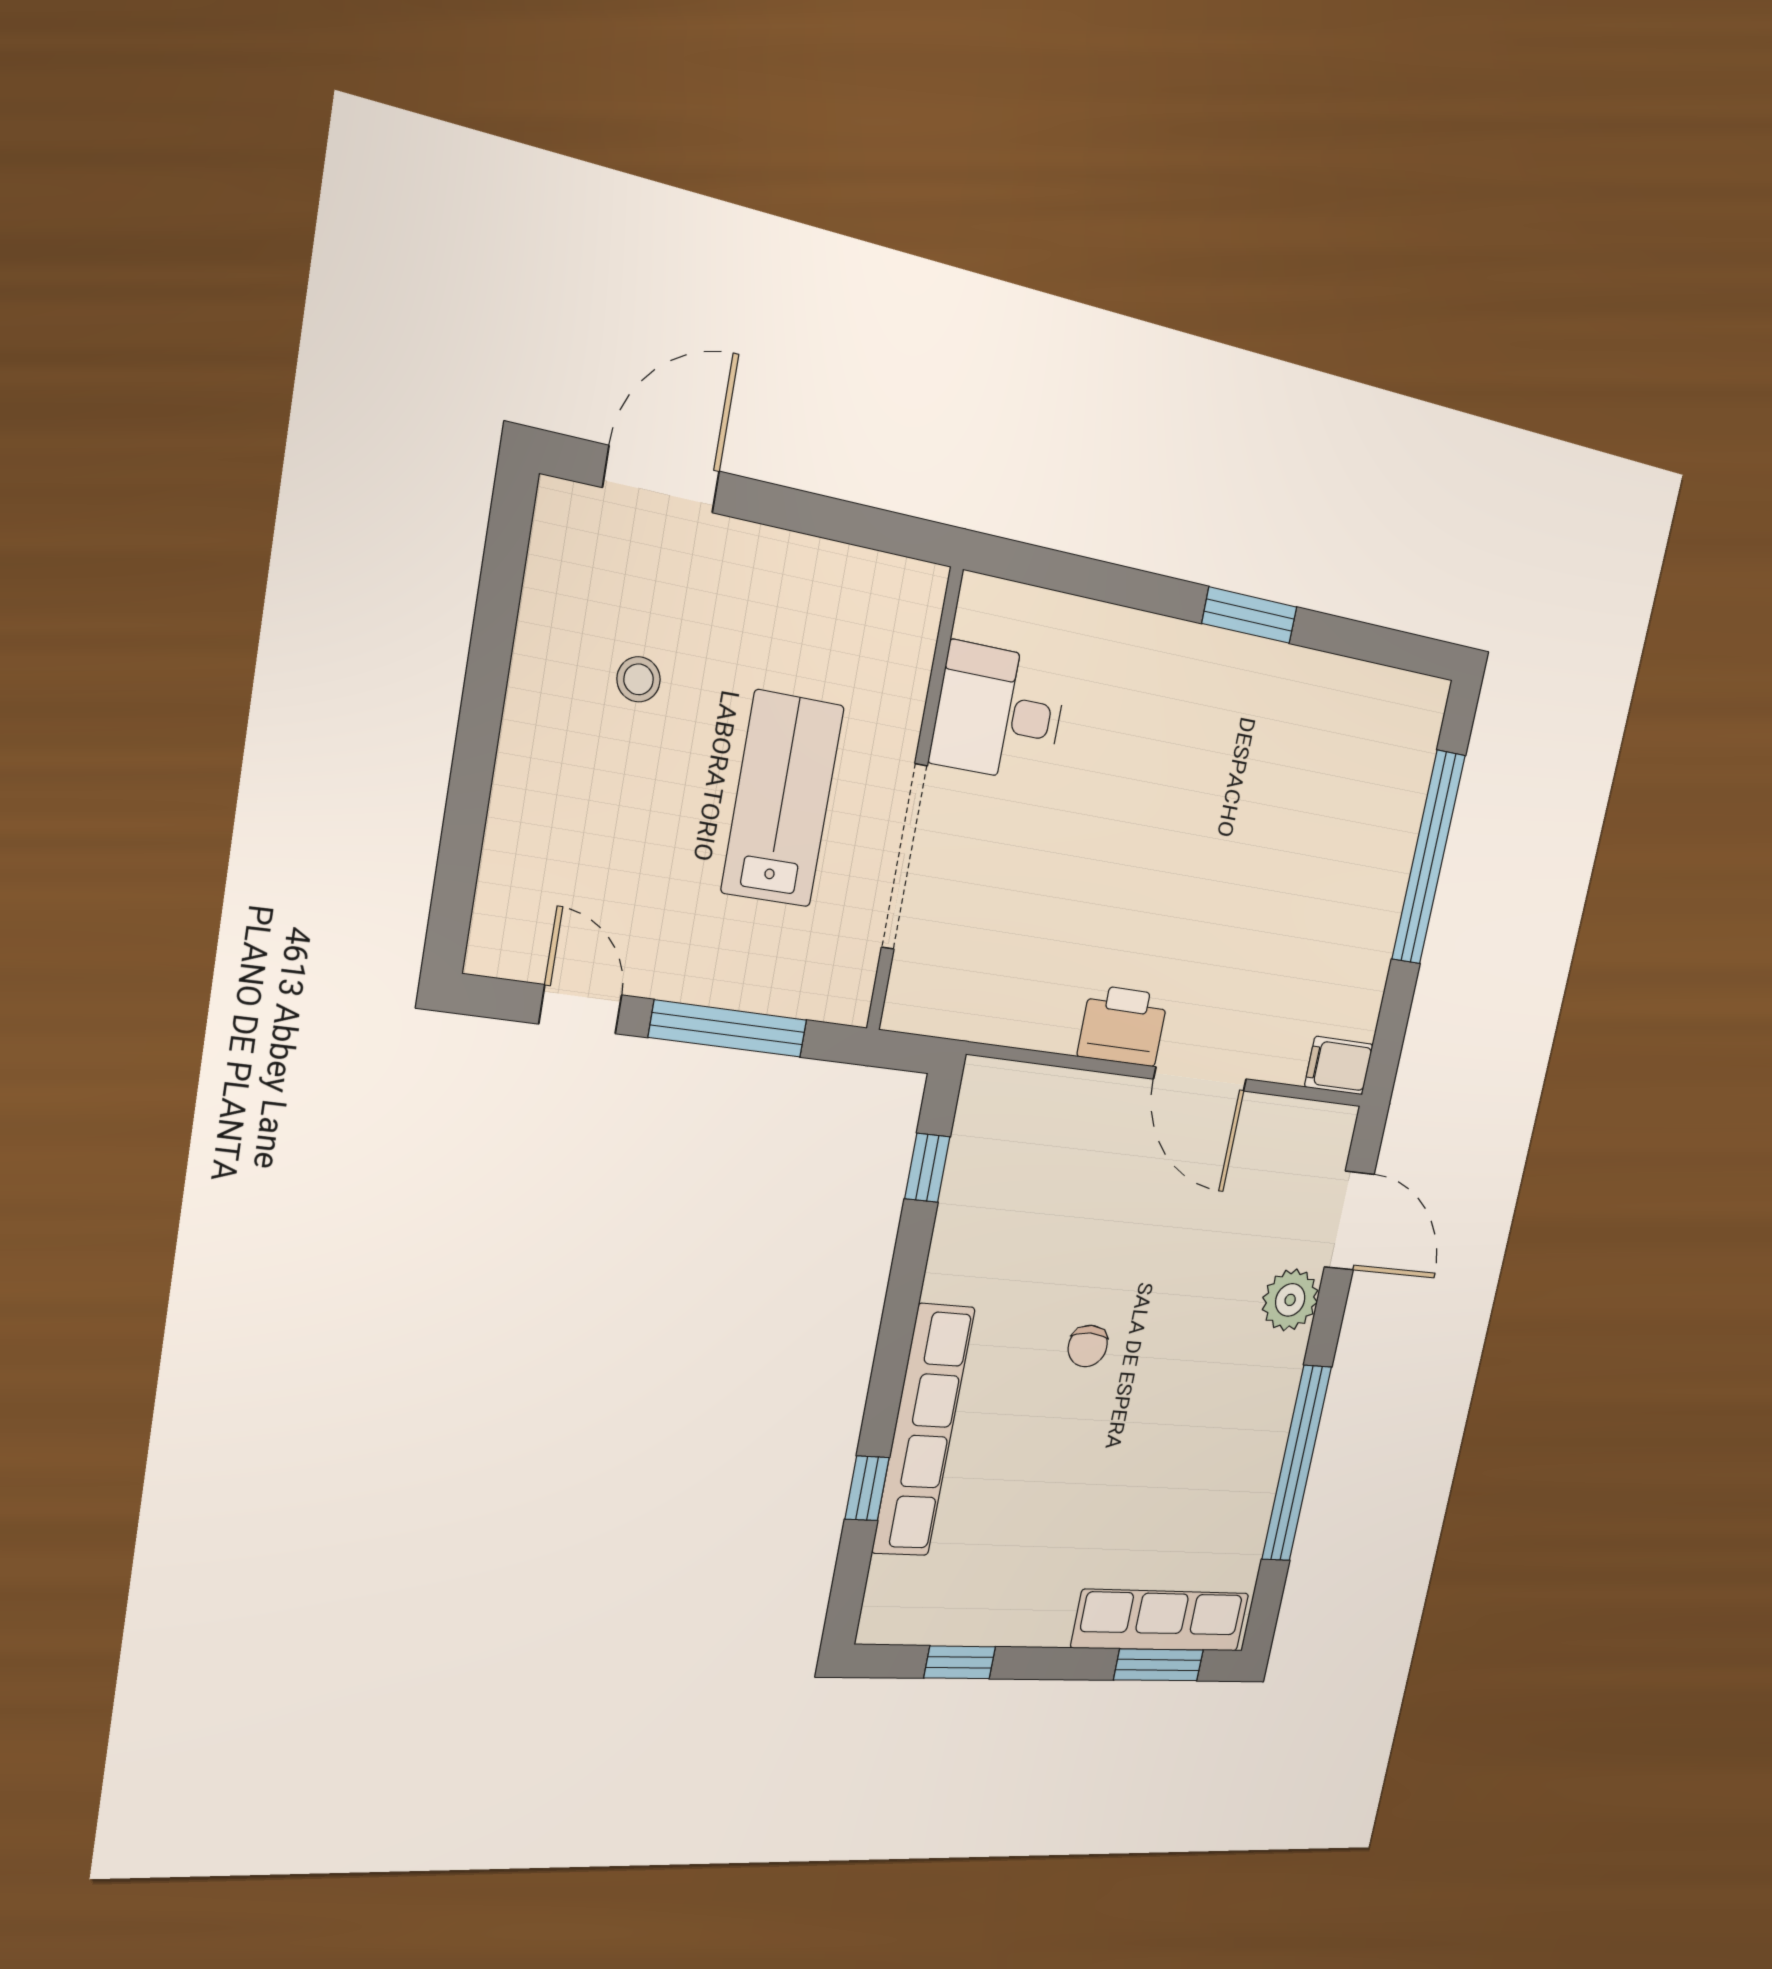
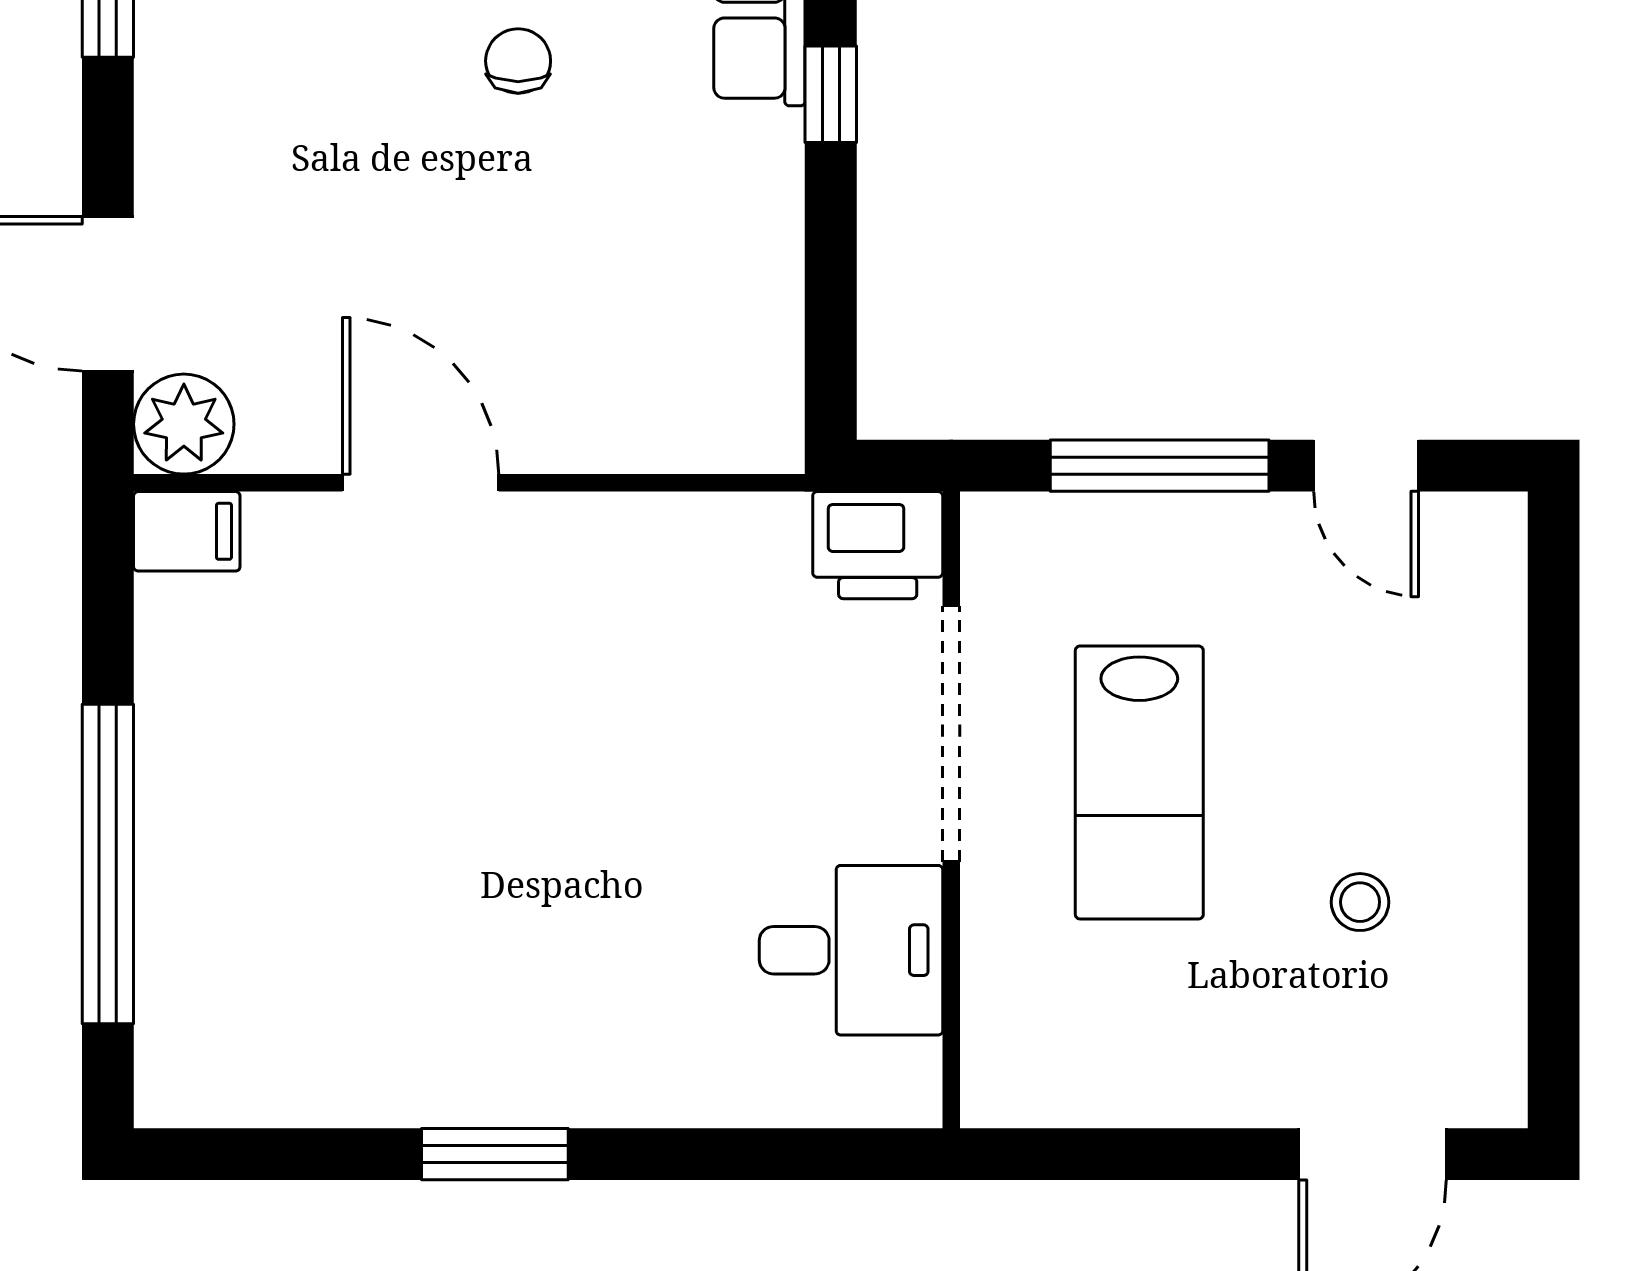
printer: (1123, 1026) -> (878, 545), moved
window: (927, 1168) -> (831, 94), moved
plant: (1290, 1300) -> (184, 424), moved

